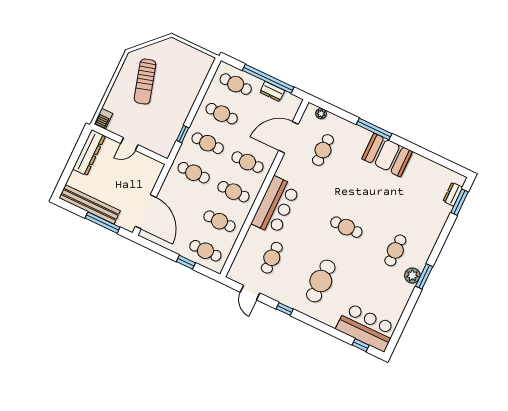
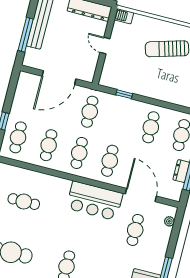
cafe table: (208, 143) -> (120, 119), removed
cafe table: (323, 150) -> (135, 230), turned 90
bar counter: (276, 206) -> (95, 201), moved
door: (146, 212) -> (59, 78), moved

